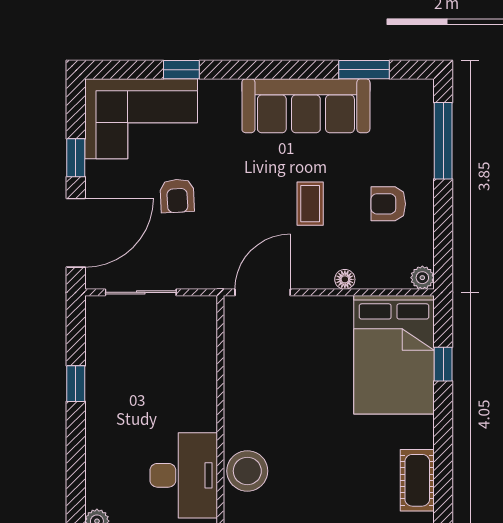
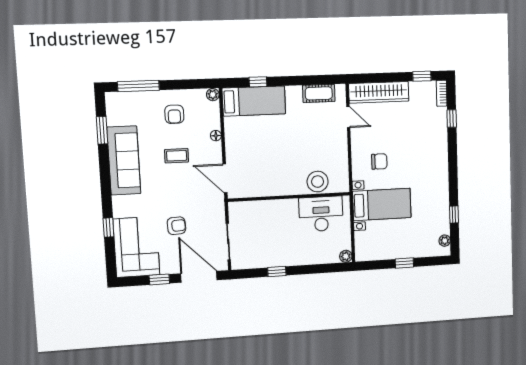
bed: (394, 355) -> (254, 101), width x0.67

